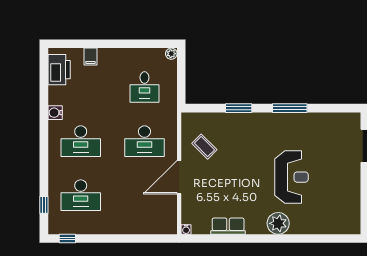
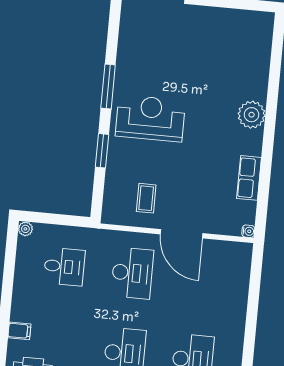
coffee table: (204, 147) -> (146, 198), turned -45
reception desk: (291, 177) -> (150, 118), moved

